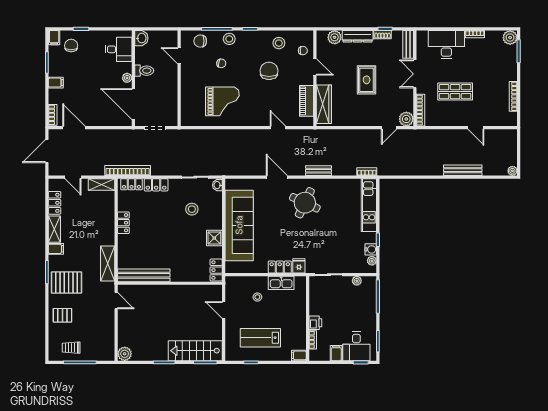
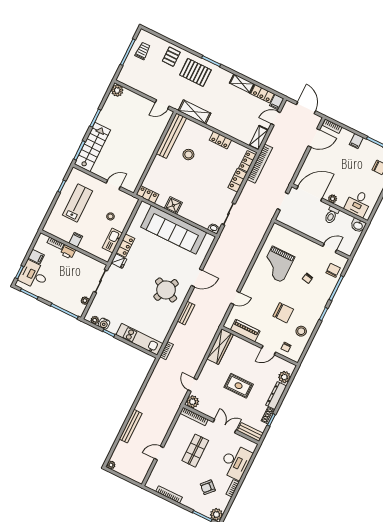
stool: (229, 39) -> (324, 294), removed
armchair: (486, 60) -> (208, 487), added
wardrobe: (324, 104) -> (220, 347), moved, turned -90
stool: (192, 209) -> (188, 155), moved
filing cabinet: (56, 249) -> (277, 102), moved
pallet: (66, 283) -> (195, 72), turned 90
filing cabinet: (299, 355) -> (76, 240), moved

